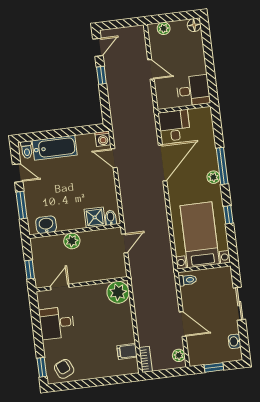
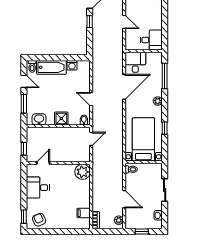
washing machine: (103, 139) -> (72, 65), moved
door: (114, 158) -> (91, 99), moved
window: (222, 166) -> (165, 76), moved
shower: (95, 217) -> (61, 119), moved
plant: (72, 241) -> (55, 133), removed

